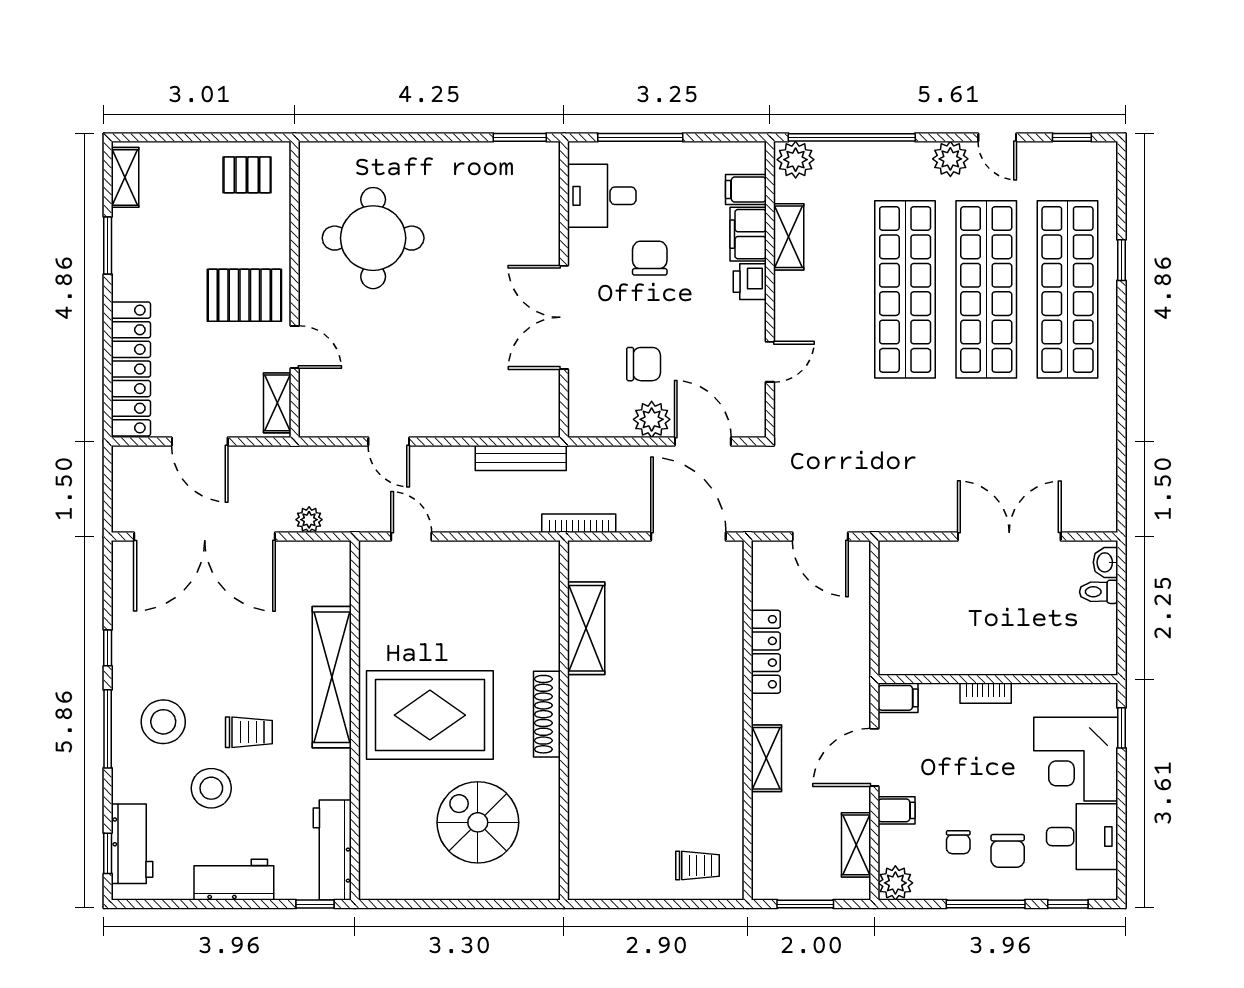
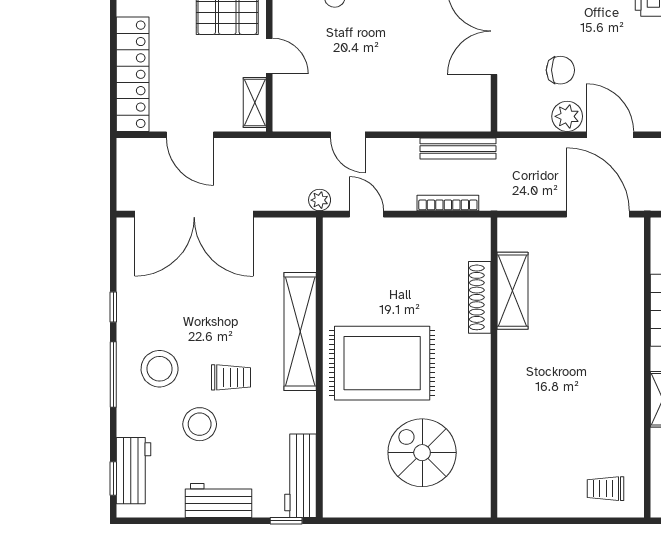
plant: (309, 520) -> (320, 200), moved
bookcase: (579, 523) -> (448, 203), moved
shoe rack: (547, 714) -> (480, 297), moved
trolley: (698, 865) -> (605, 489), turned 180

